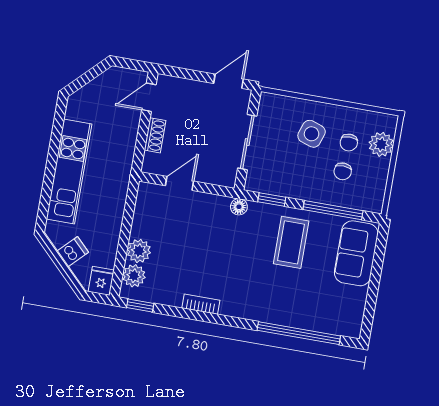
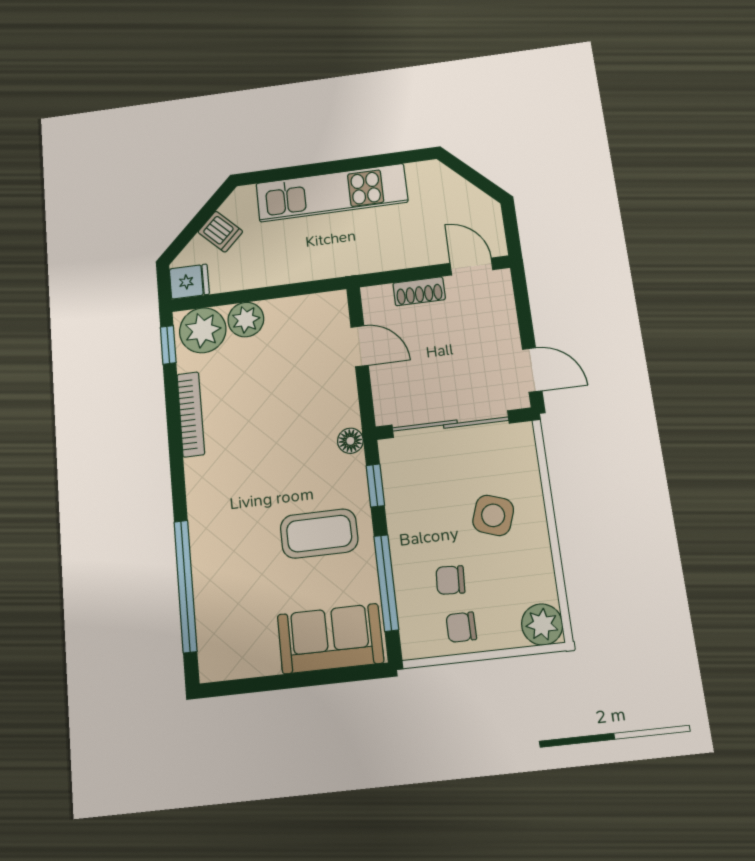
sliding door: (247, 142) -> (450, 424), width x1.37
chair: (349, 143) -> (461, 627), moved
plant: (381, 144) -> (542, 624), moved
plant: (134, 276) -> (203, 330), width x1.36, depth x1.36
bookcase: (201, 304) -> (191, 414), width x1.56

